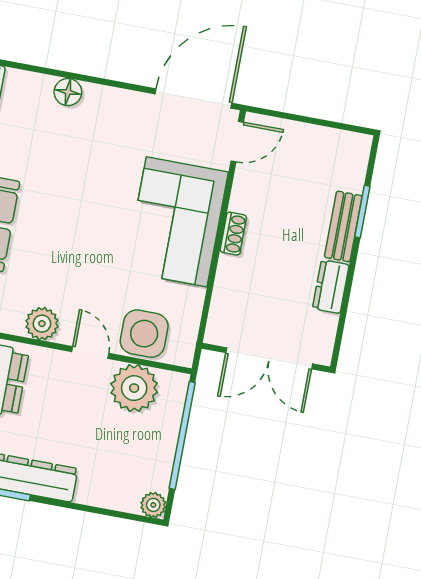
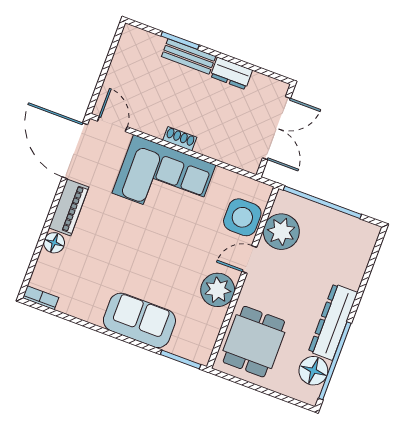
piano: (118, 103) -> (69, 207), added
plant: (42, 324) -> (218, 290), width x1.36, depth x1.36
plant: (153, 505) -> (370, 232), removed

